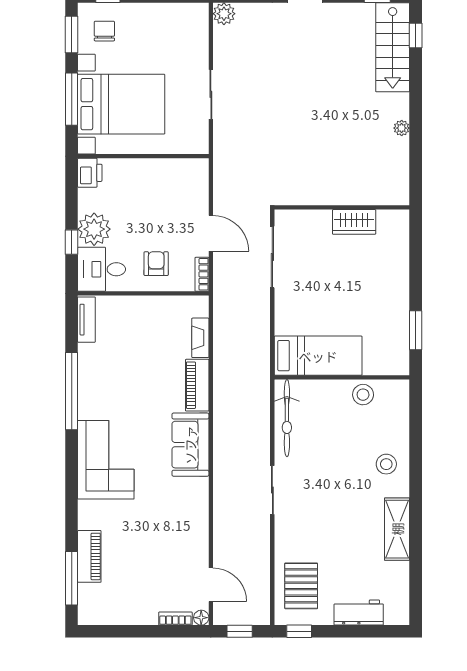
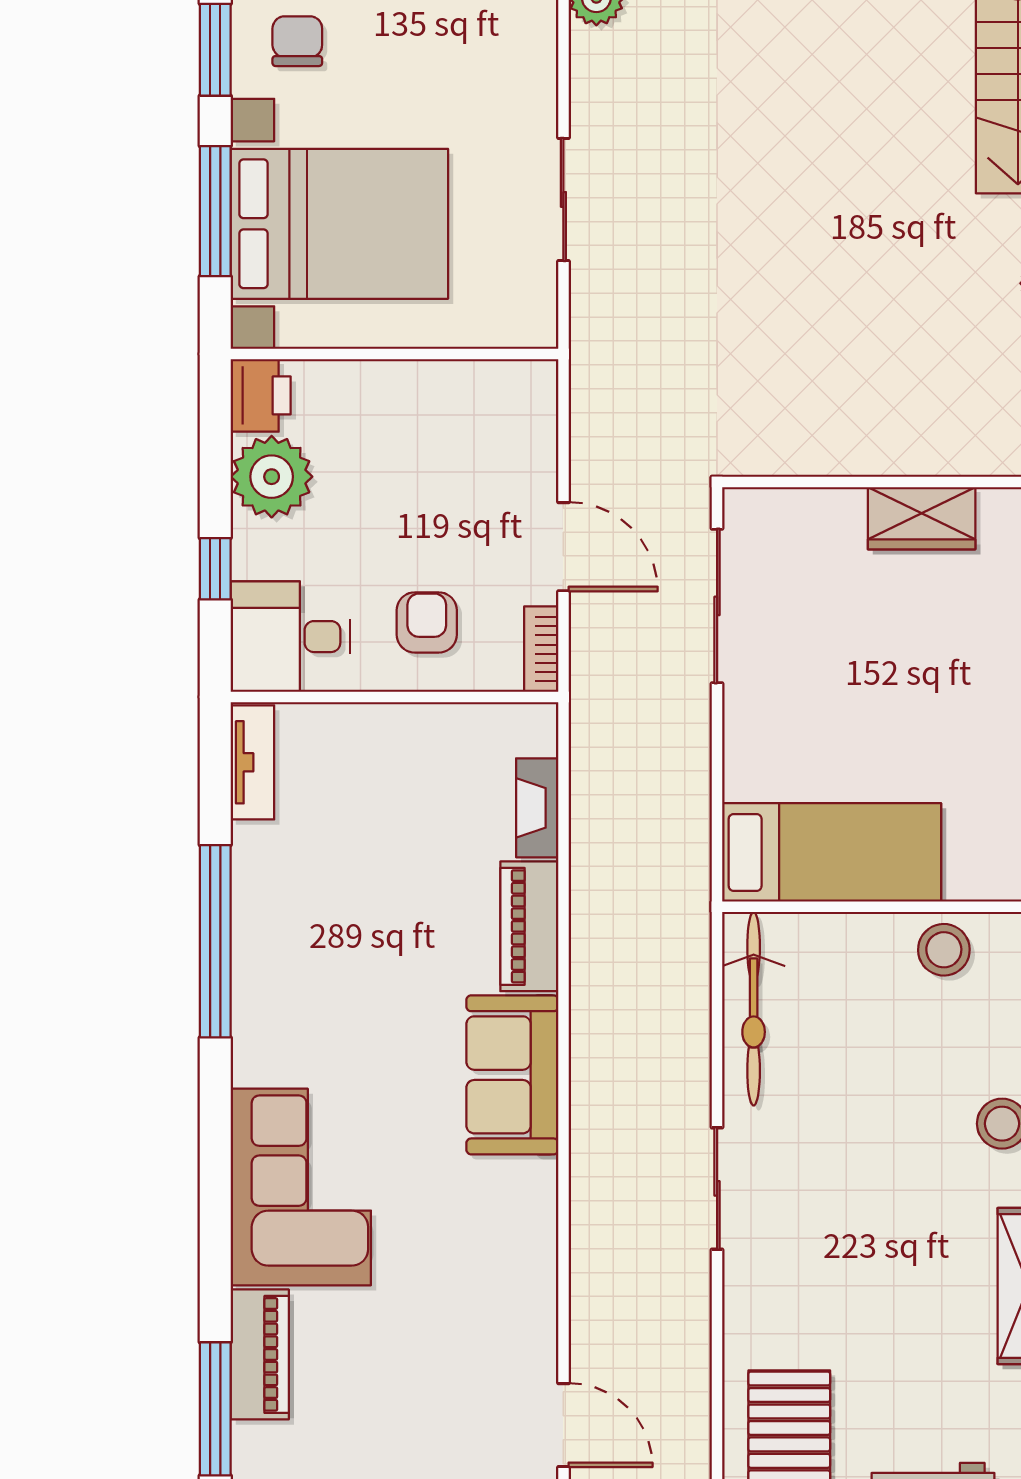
plant: (94, 229) -> (272, 477), moved
corner sofa: (106, 460) -> (301, 1187), moved

